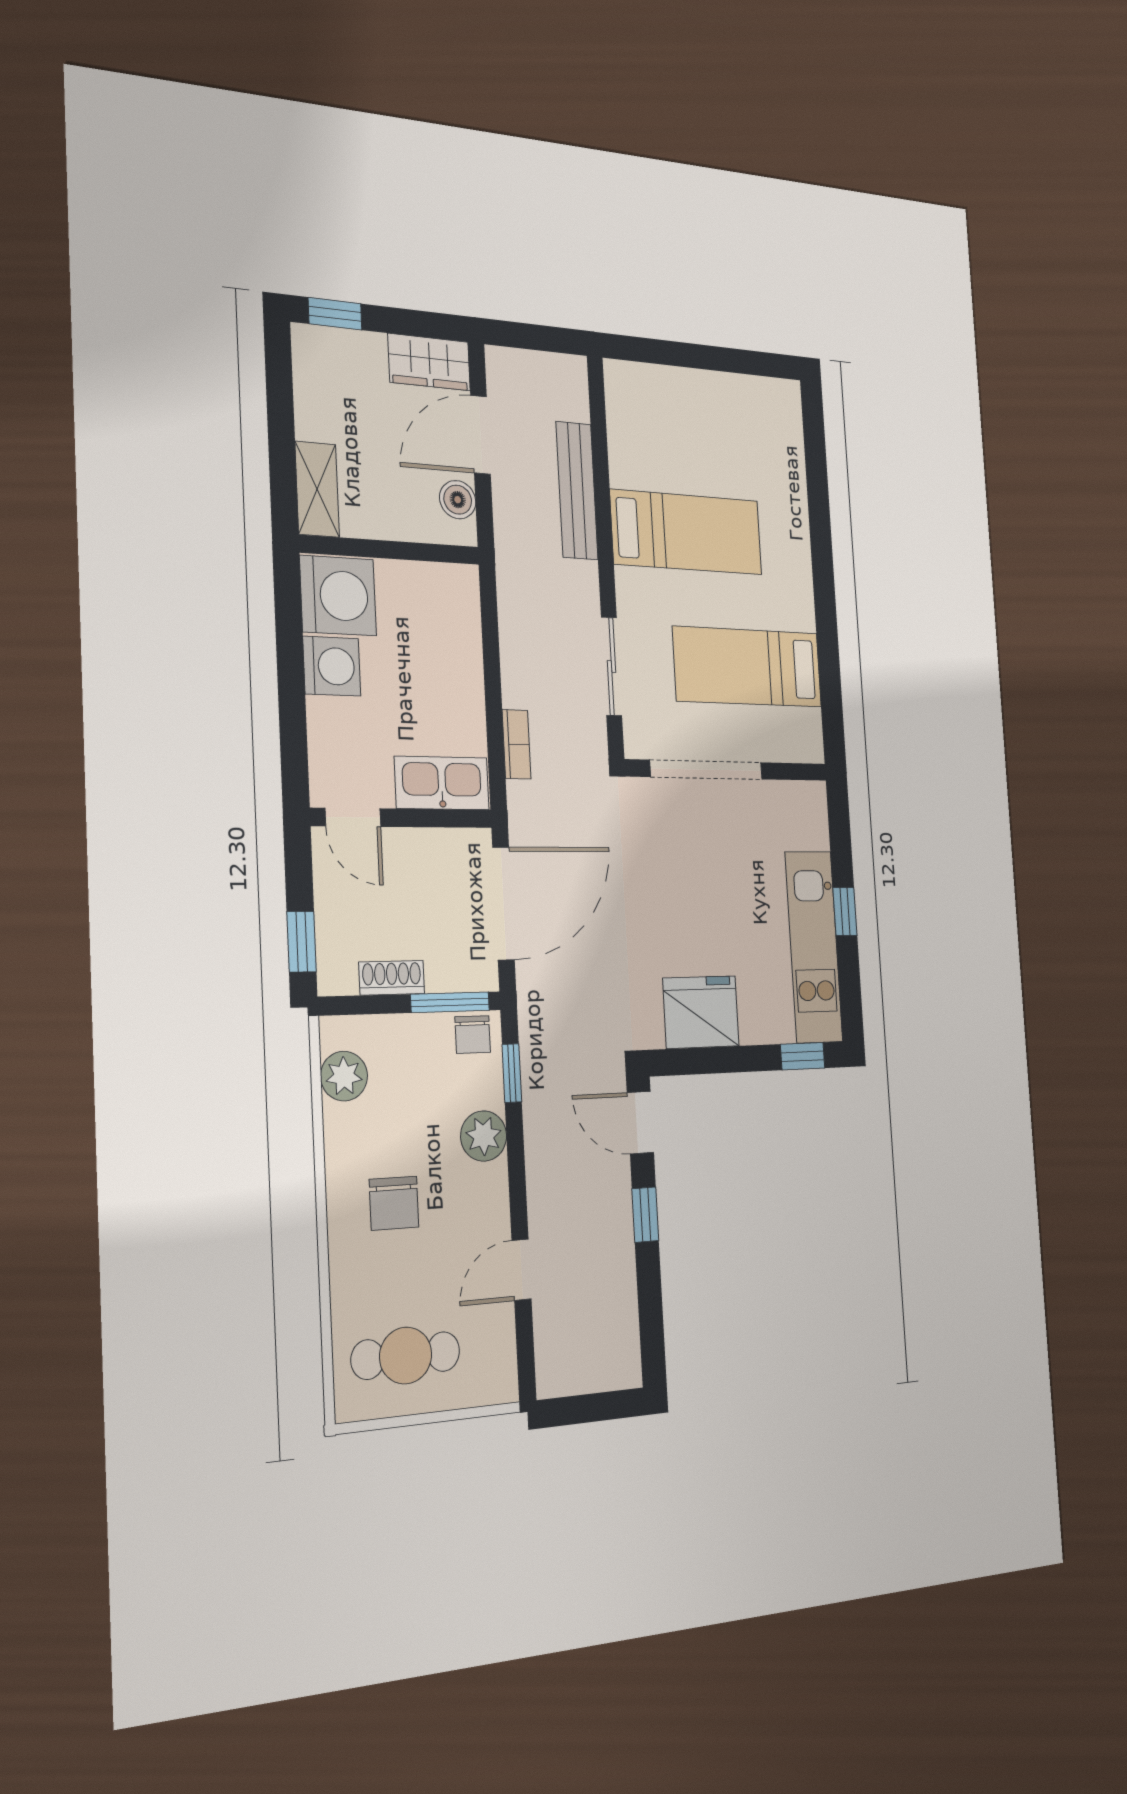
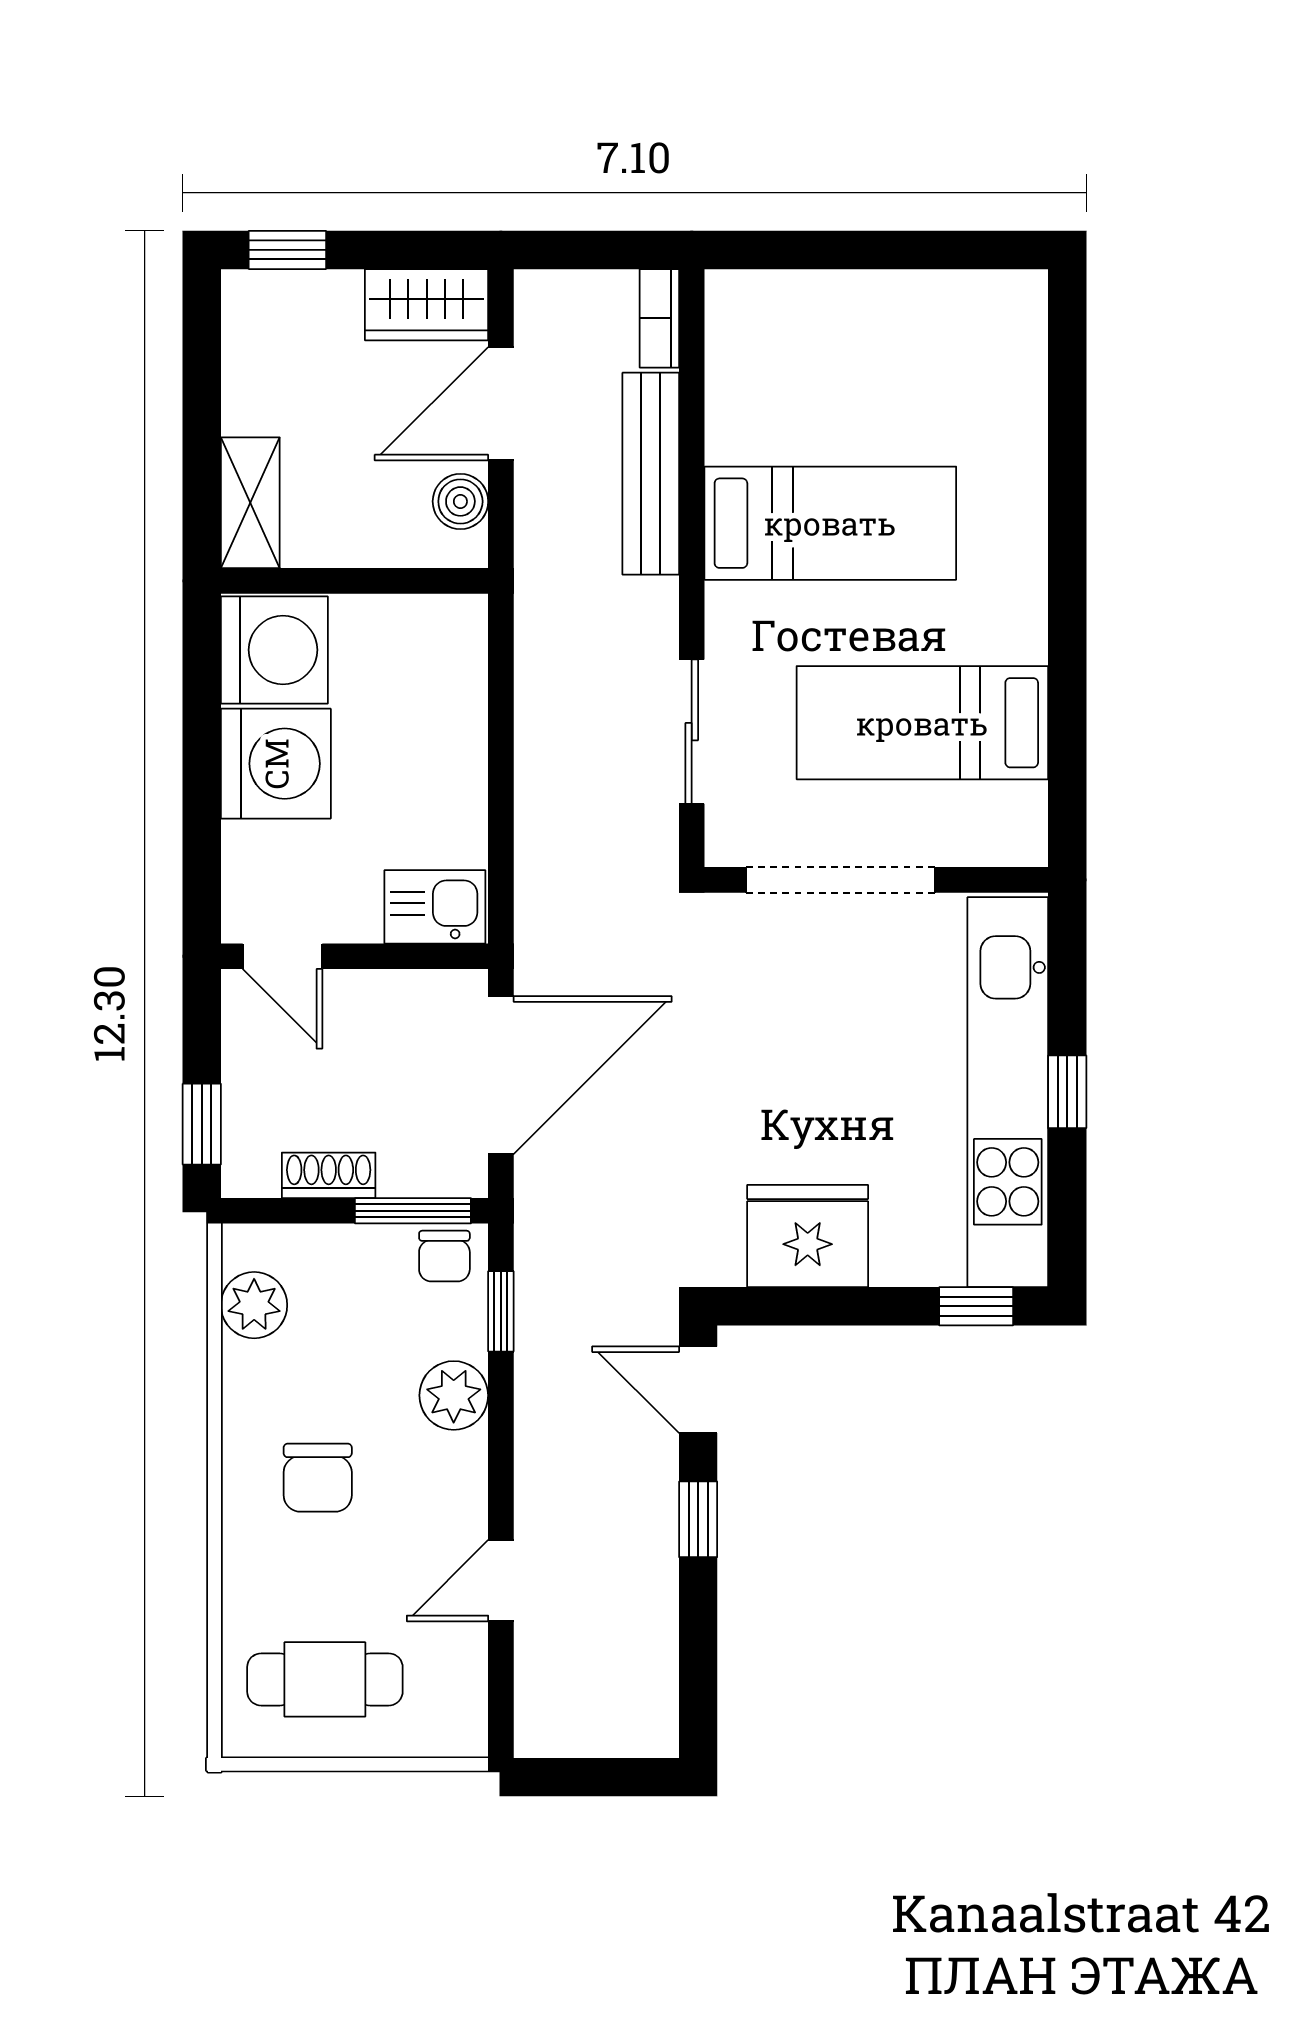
washing machine: (332, 666) -> (276, 764), width x1.37, depth x1.37
bookcase: (517, 744) -> (659, 318), moved, turned 180
kitchen sink: (442, 783) -> (435, 907), width x0.73
kitchen unit: (814, 947) -> (1008, 1092), width x1.36

